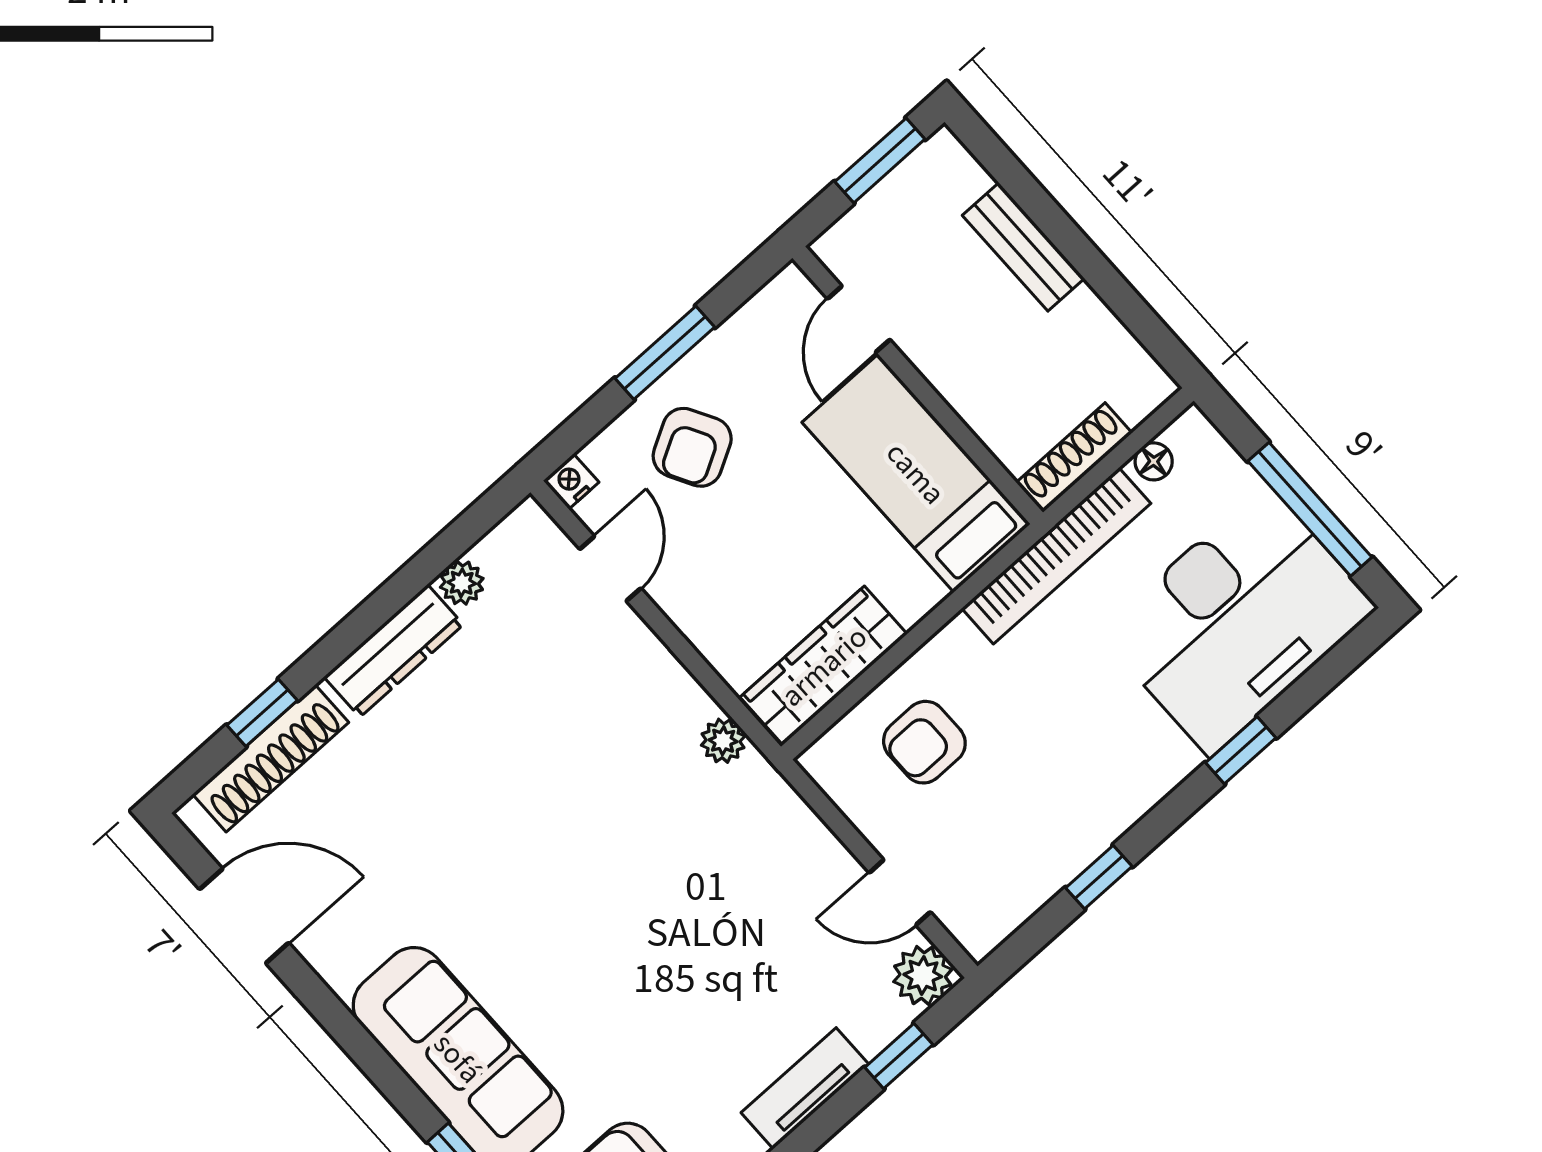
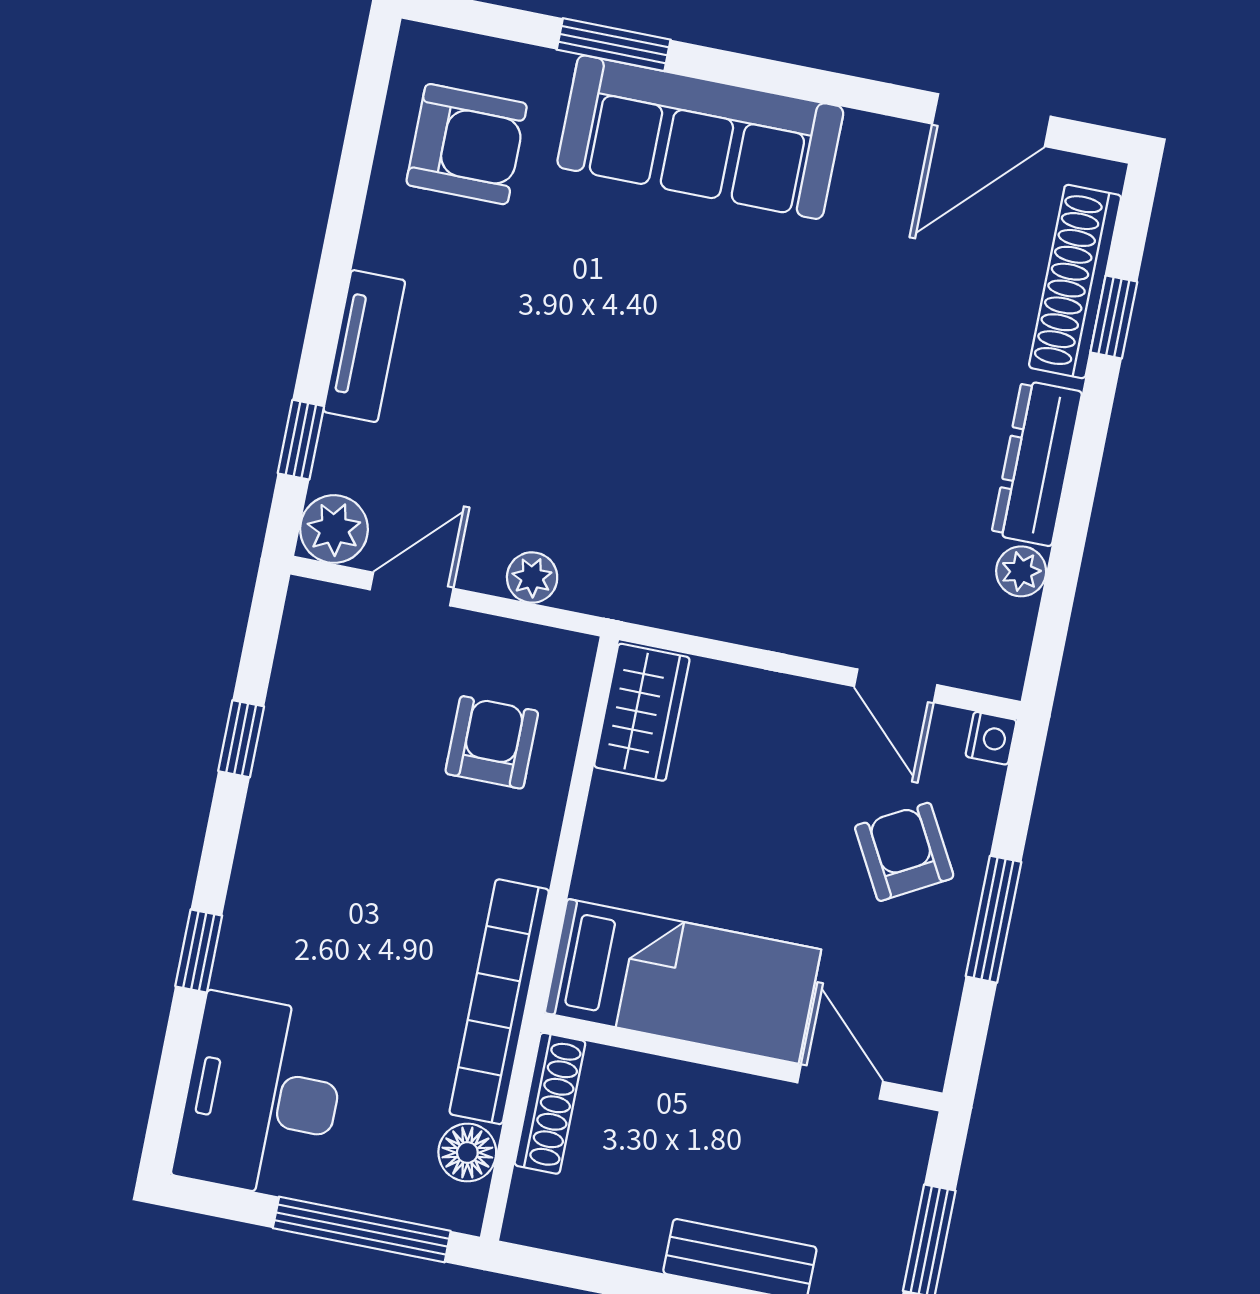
floor lamp: (1154, 461) -> (467, 1153), width x1.37, depth x1.37
window: (1310, 509) -> (362, 1230), moved
desk: (1238, 620) -> (262, 1097), width x0.73, depth x0.77
wardrobe: (824, 666) -> (642, 712), width x0.67
plant: (723, 741) -> (532, 578), moved

